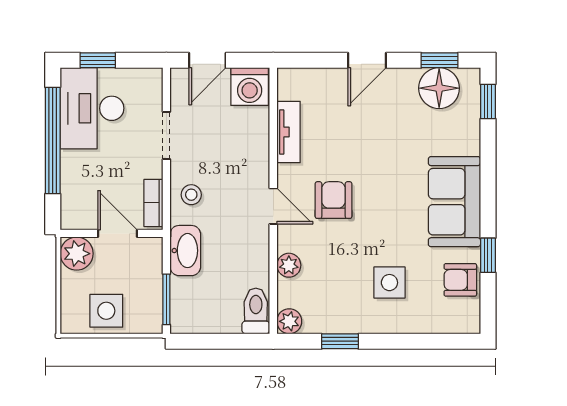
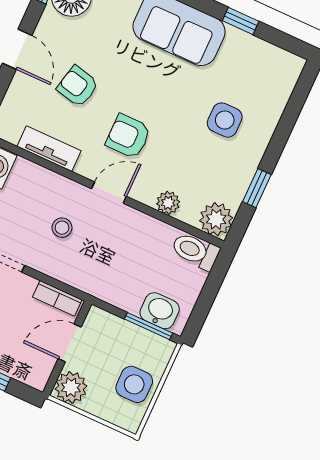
stool: (191, 195) -> (62, 228), moved
washbasin: (185, 251) -> (160, 311), moved, width x0.72
armchair: (460, 280) -> (78, 86), moved, turned 103
plant: (289, 321) -> (216, 219), width x1.38, depth x1.38

